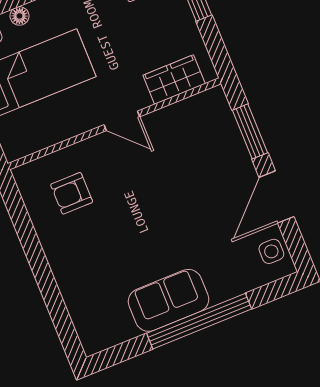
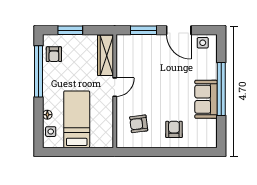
wardrobe: (174, 80) -> (105, 55), width x1.50
armchair: (72, 193) -> (139, 124), turned 83
armchair: (88, 263) -> (174, 129), added

